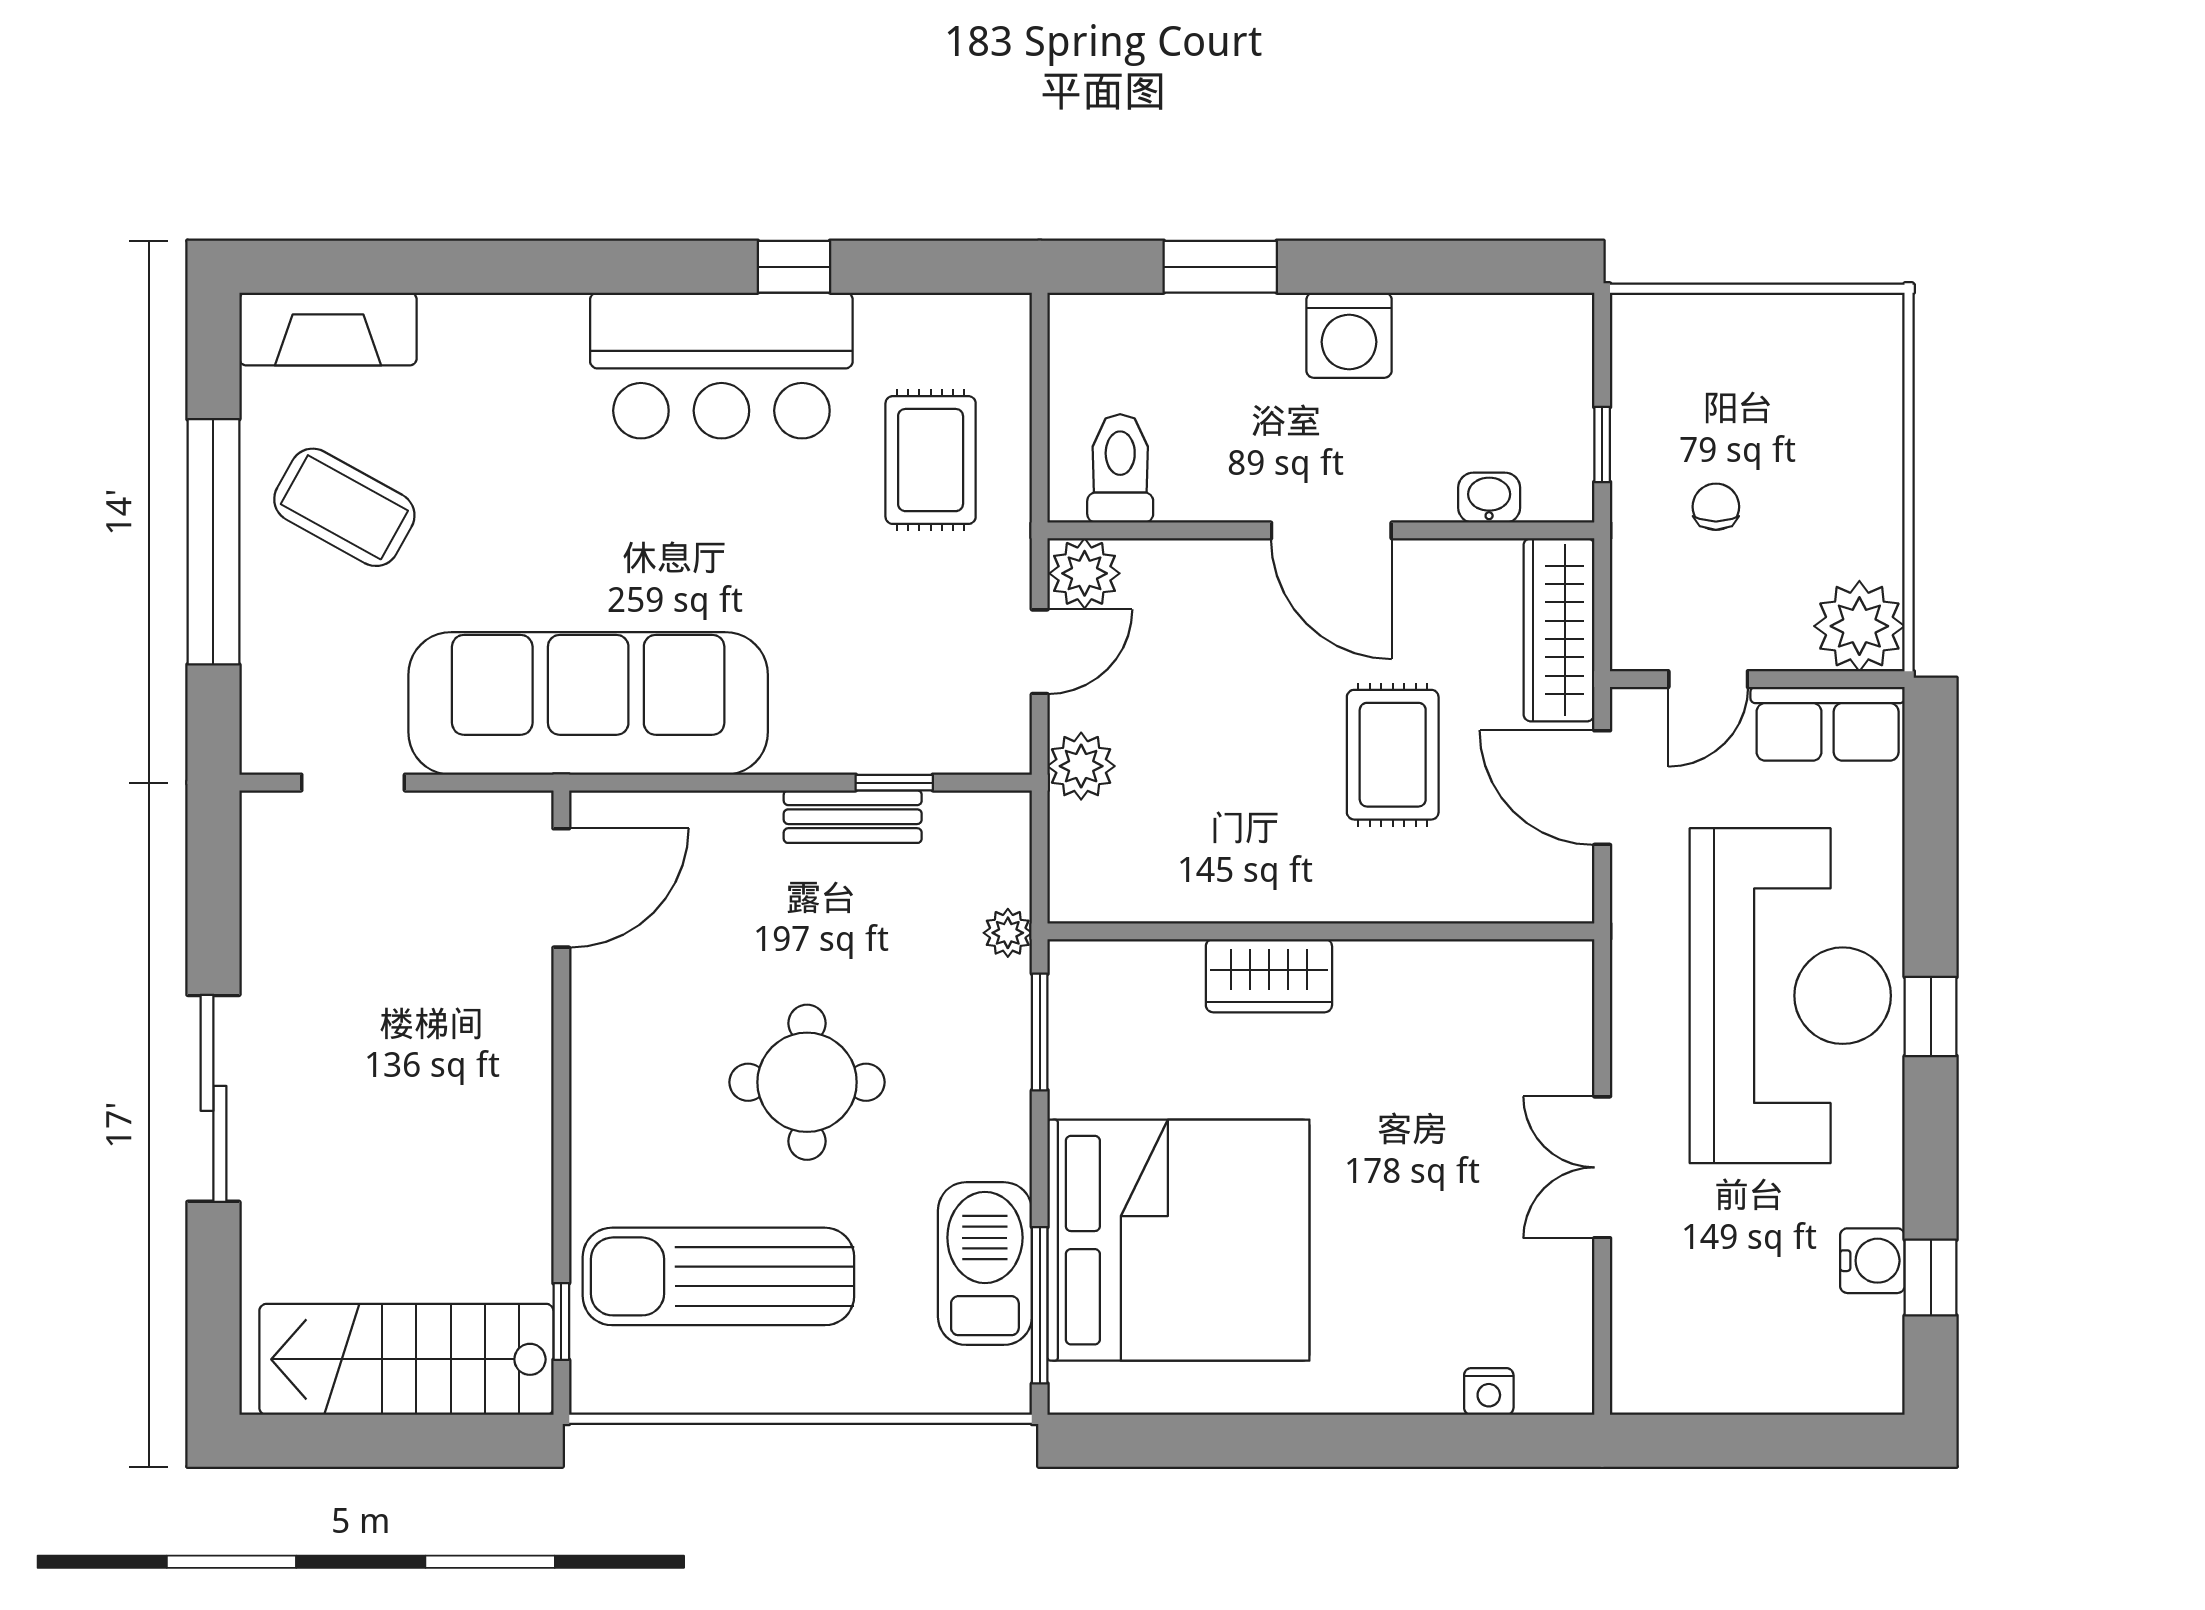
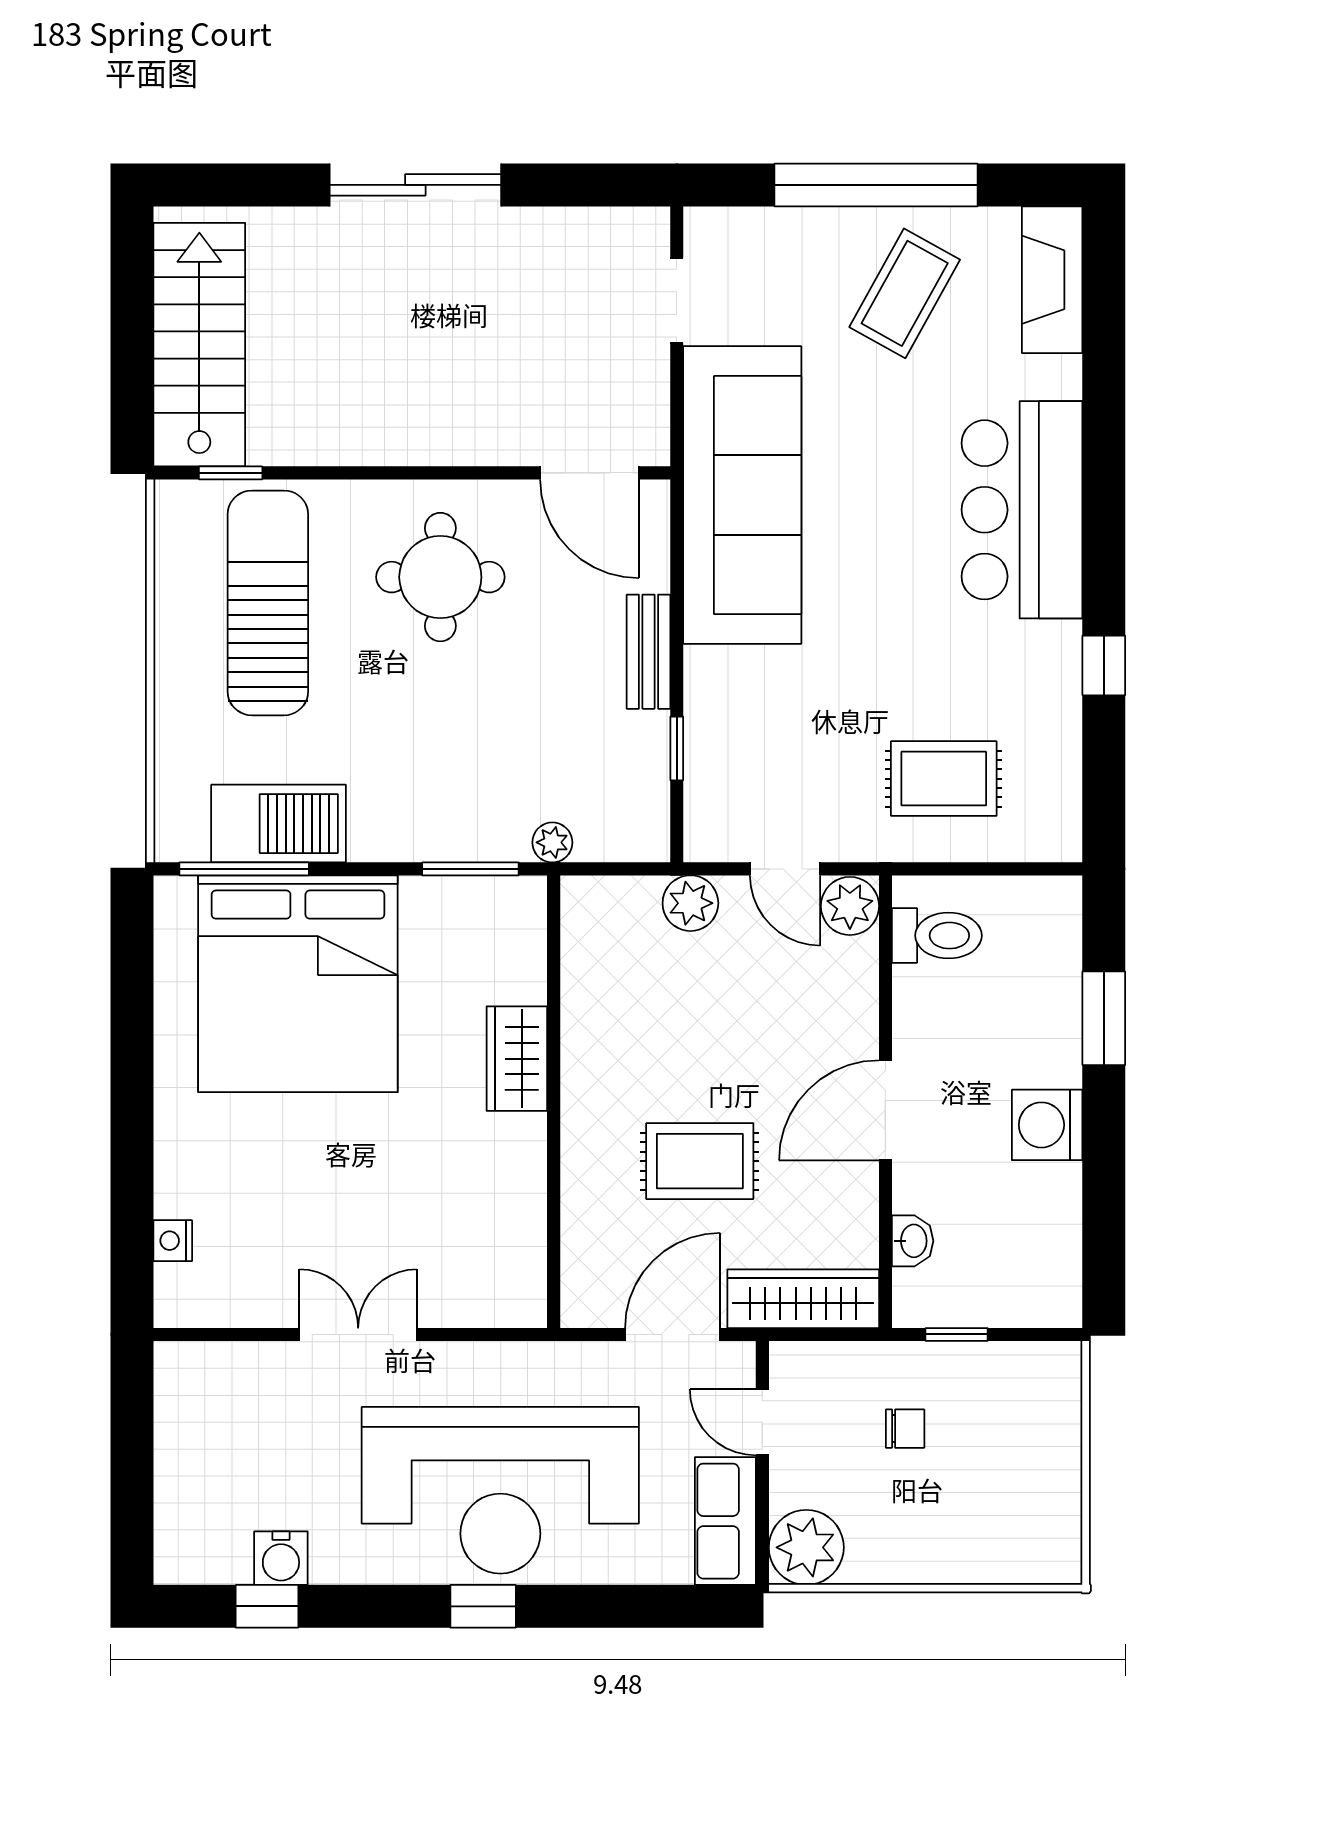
bar counter: (721, 365) -> (1022, 510), moved
bench: (853, 817) -> (649, 652), moved
round table: (807, 1082) -> (440, 577), moved

